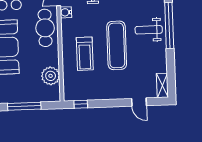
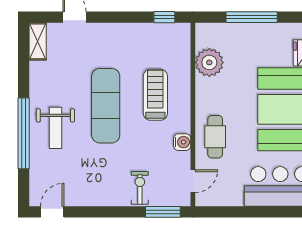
water cooler: (66, 12) -> (182, 142), moved
cafe table: (45, 28) -> (215, 137), width x0.73, depth x0.74
weight bench: (149, 30) -> (55, 128), turned 90

